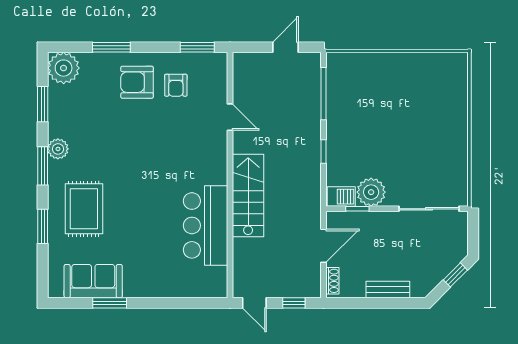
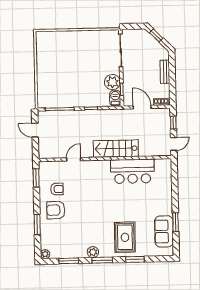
plant: (64, 68) -> (45, 254), width x0.53, depth x0.53
armchair: (137, 82) -> (56, 210), turned 90
rug: (84, 209) -> (125, 237), turned 90

